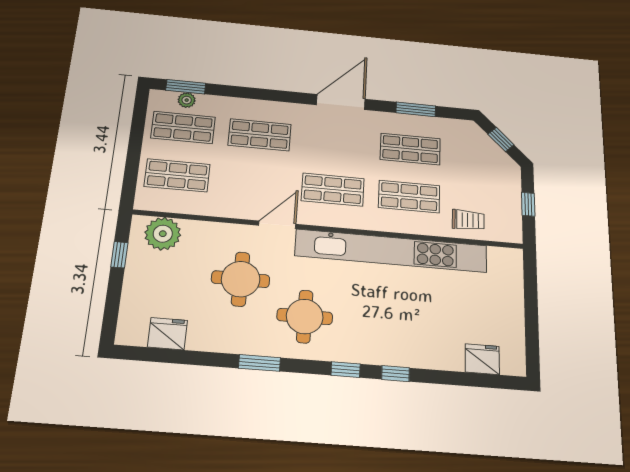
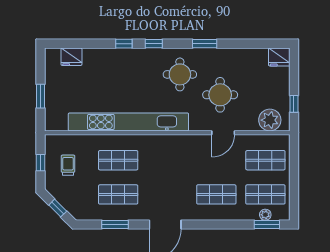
shop shelf: (333, 190) -> (167, 160), removed
trolley: (468, 220) -> (68, 165), moved, turned 90
door: (277, 225) -> (223, 133), moved
window: (531, 301) -> (41, 96), added
fridge: (168, 334) -> (279, 57), moved

